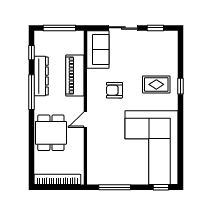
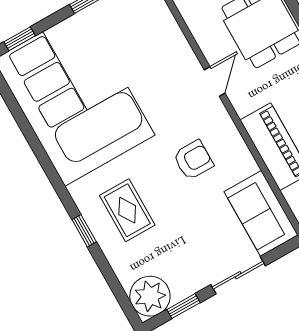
plant: (168, 41) -> (150, 296), added
rug: (156, 84) -> (127, 210), turned 90

